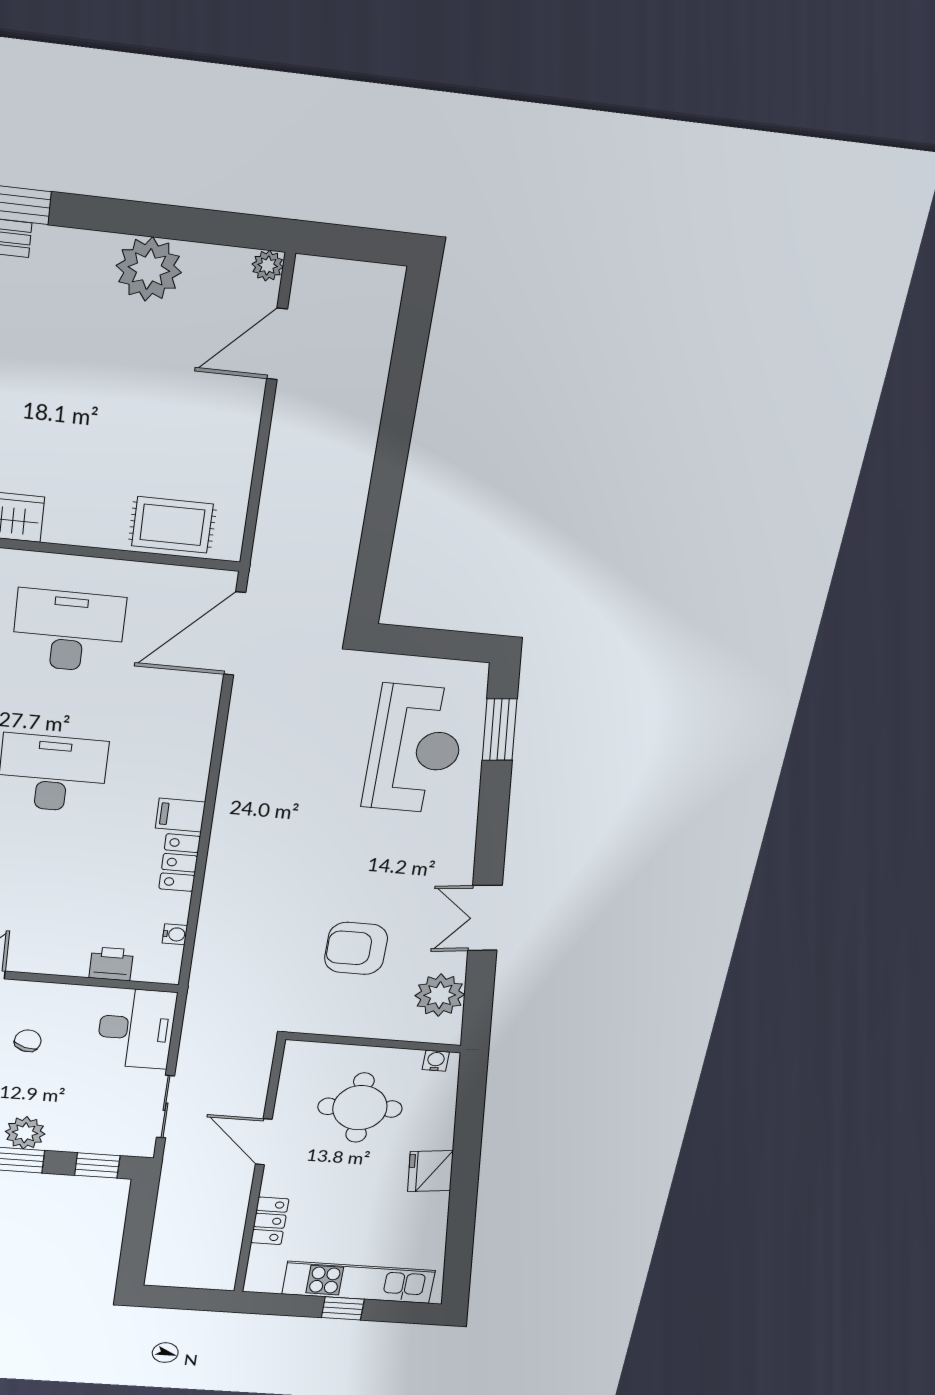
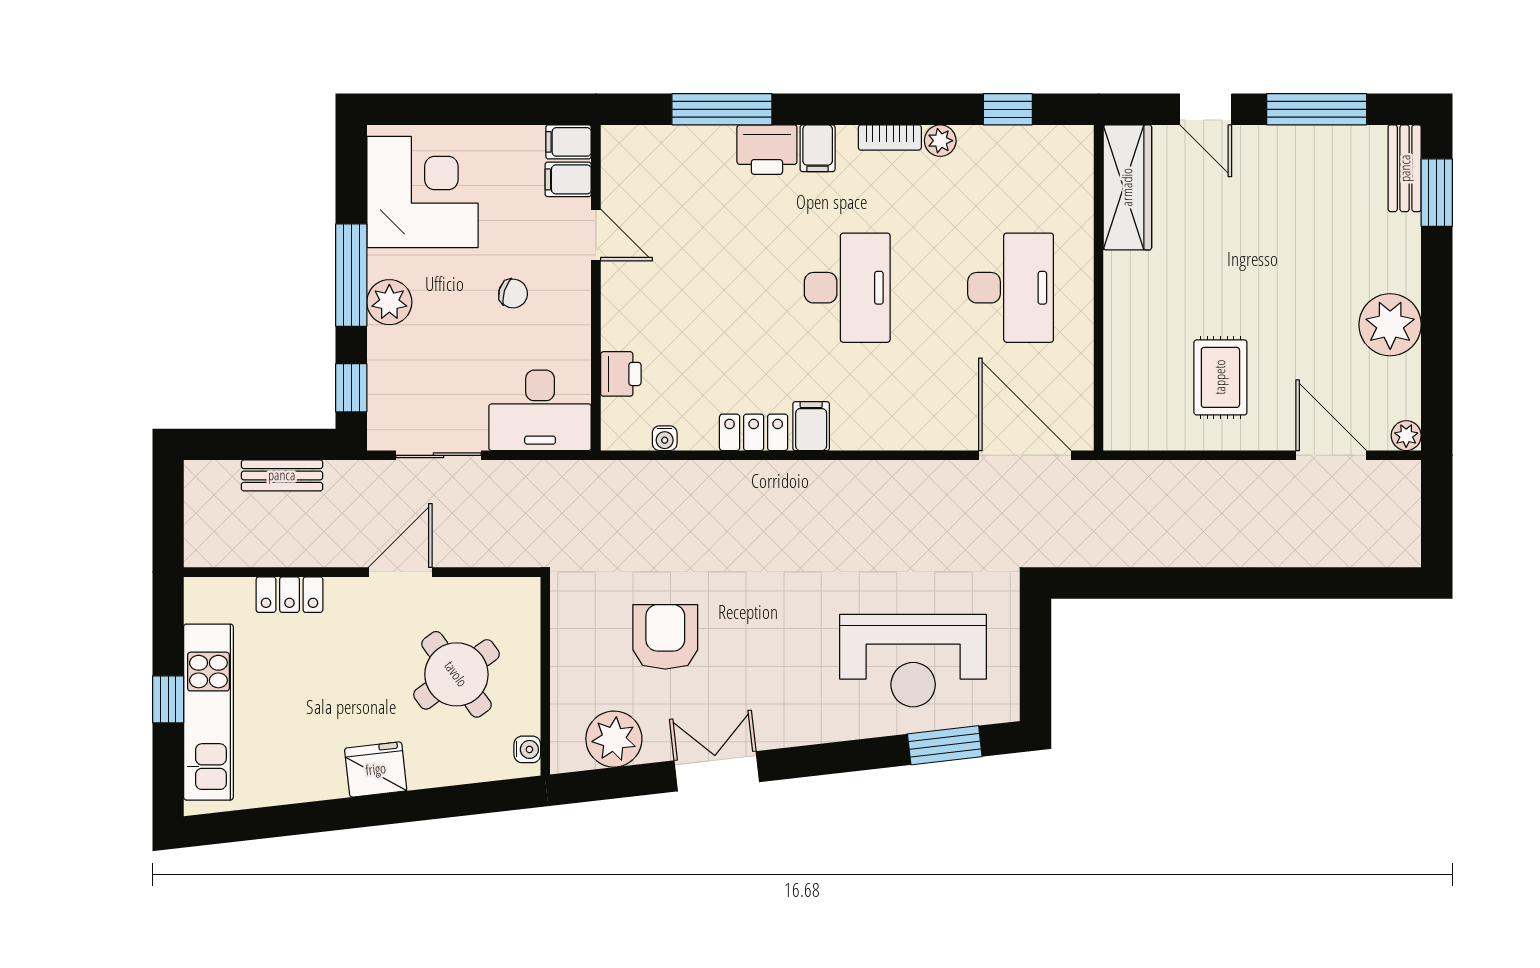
rug: (172, 525) -> (1220, 377), moved
round table: (360, 1108) -> (456, 674), turned -34
bench: (167, 1219) -> (282, 475), added

